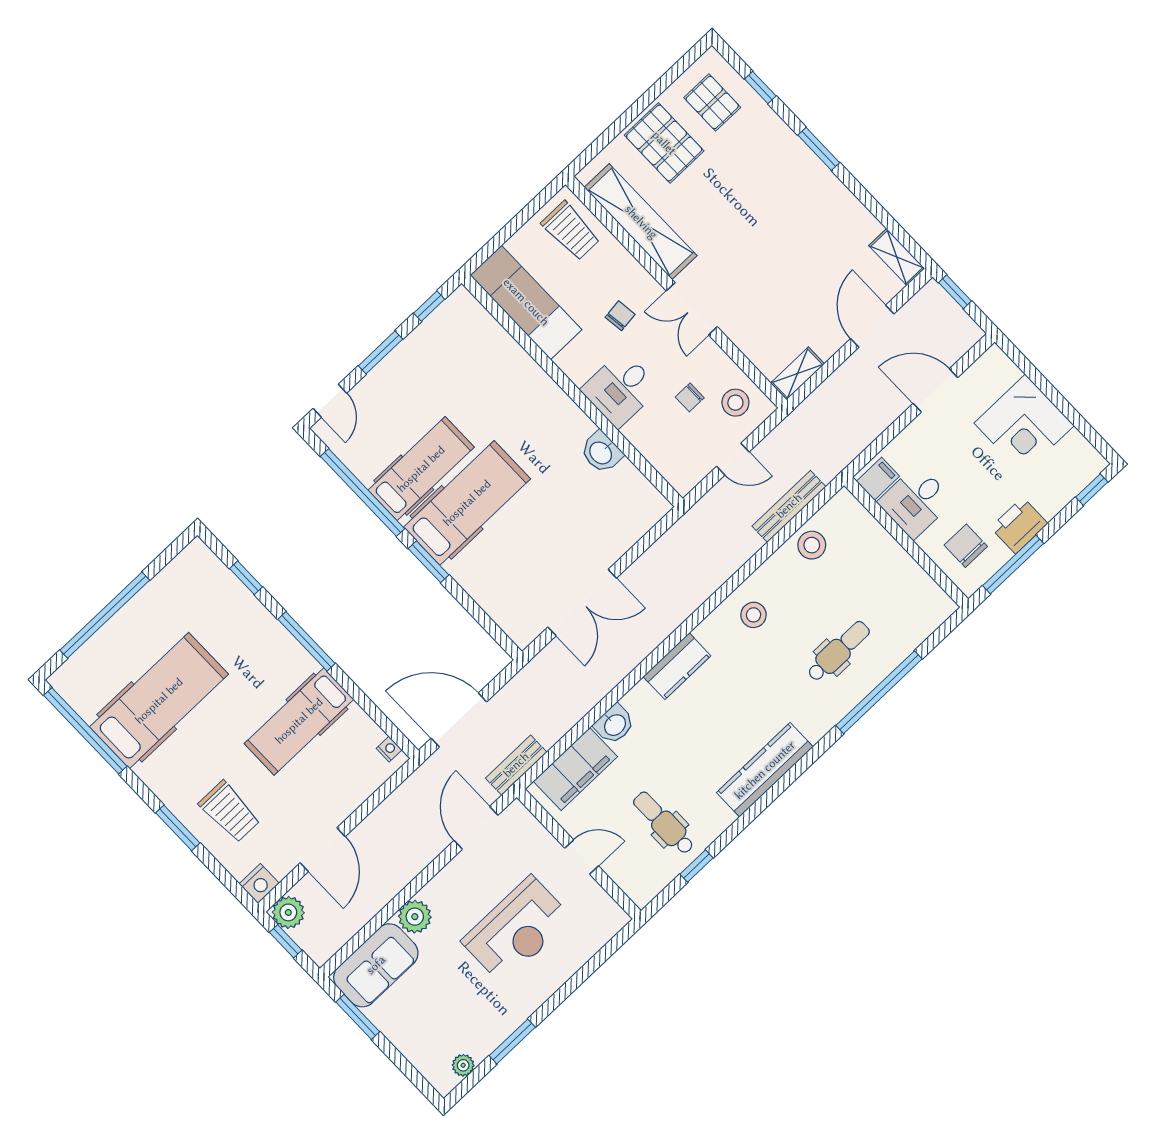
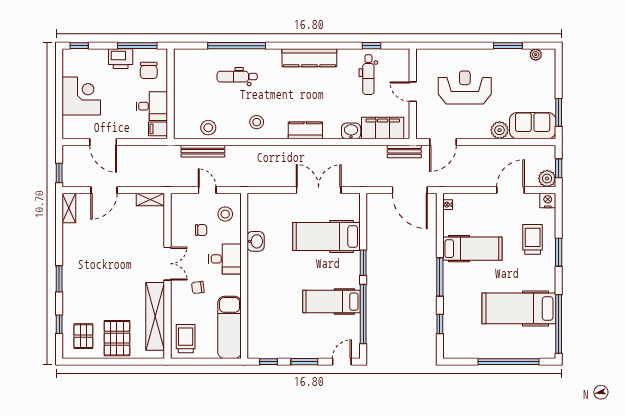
stool: (735, 403) -> (225, 214), moved
hospital bed: (467, 503) -> (326, 236), moved

